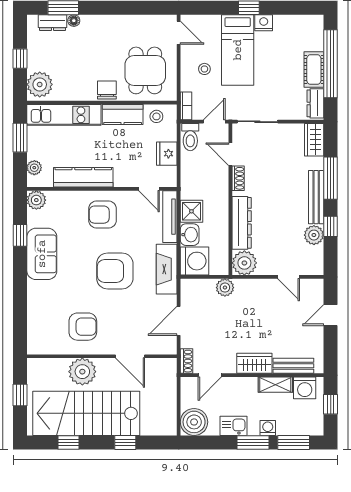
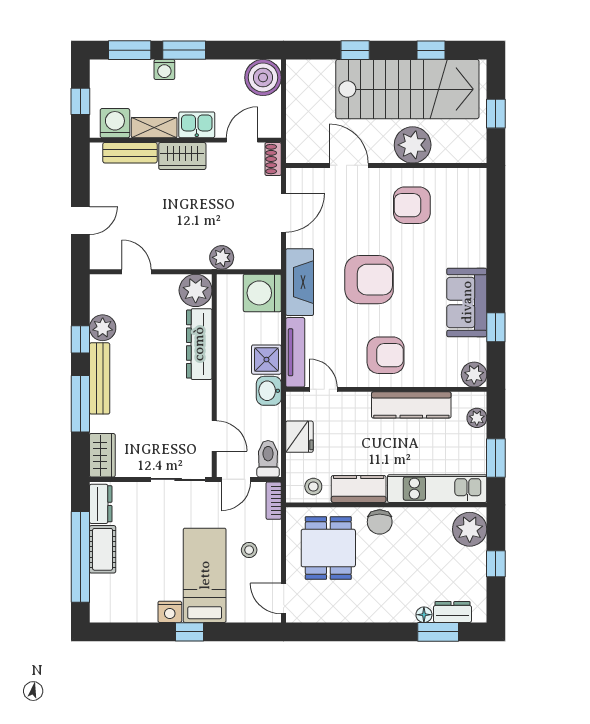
shoe rack: (238, 178) -> (204, 404), removed
washbasin: (190, 235) -> (269, 391), moved
kitchen sink: (234, 426) -> (197, 125), moved, turned 180

